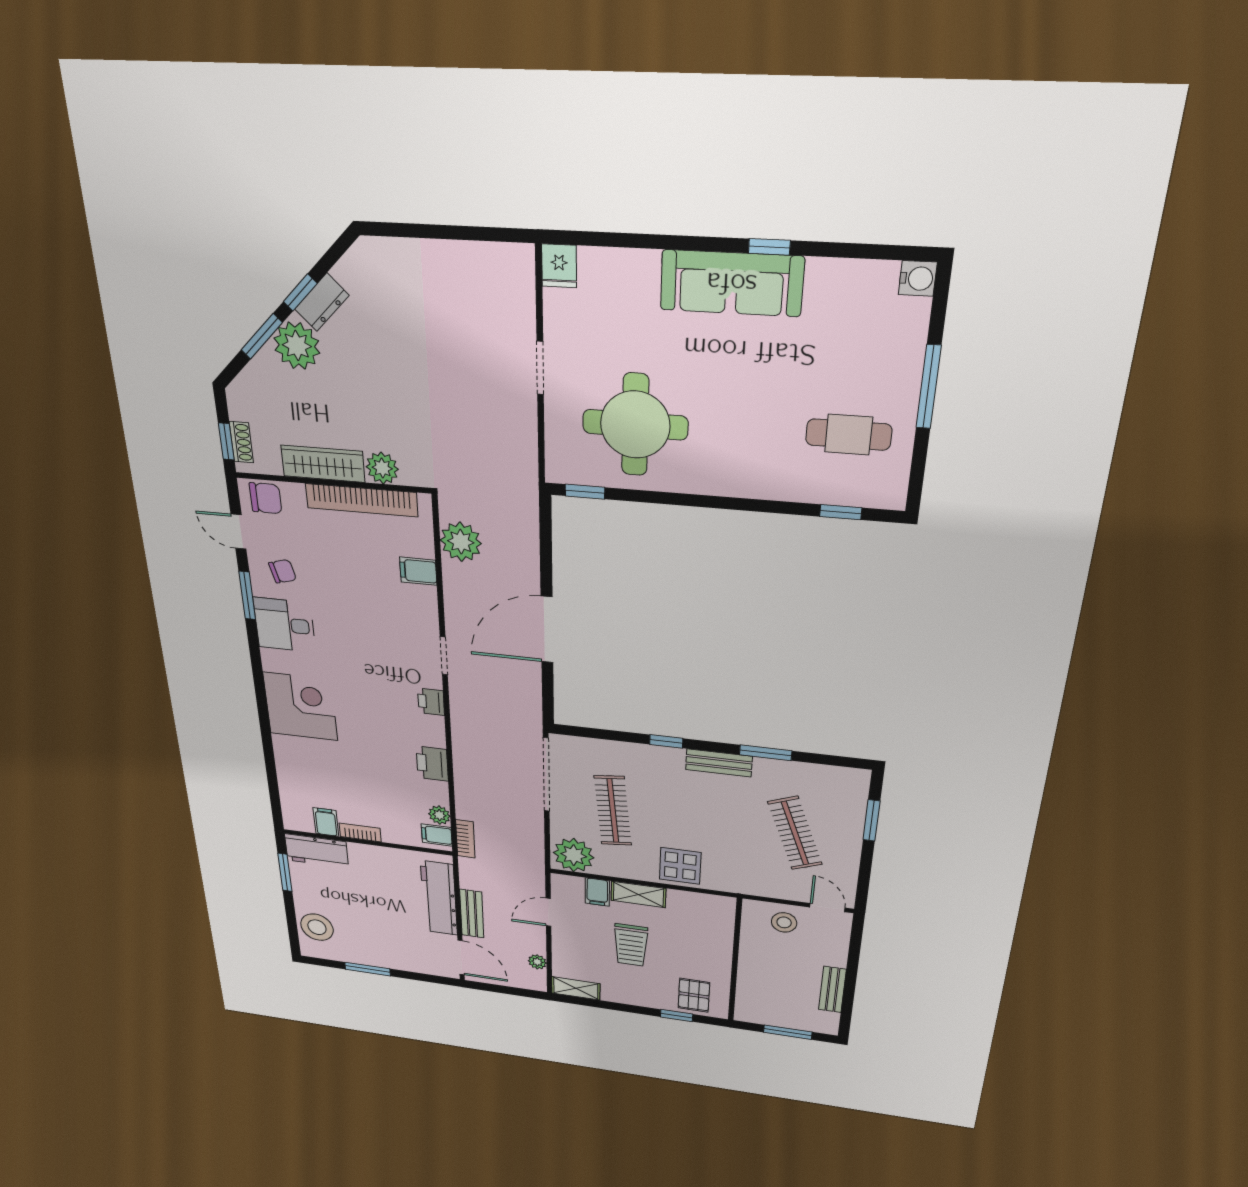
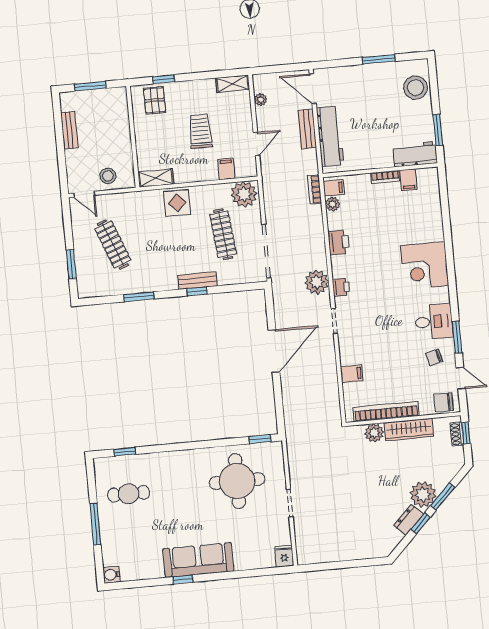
plant: (461, 542) -> (317, 282), moved
bench: (719, 763) -> (198, 280), moved
shelving: (638, 894) -> (156, 178), moved

